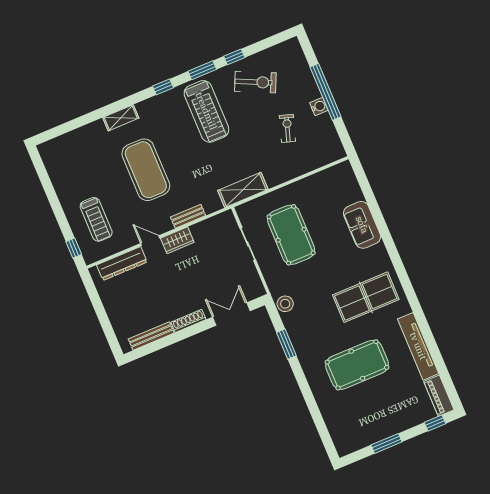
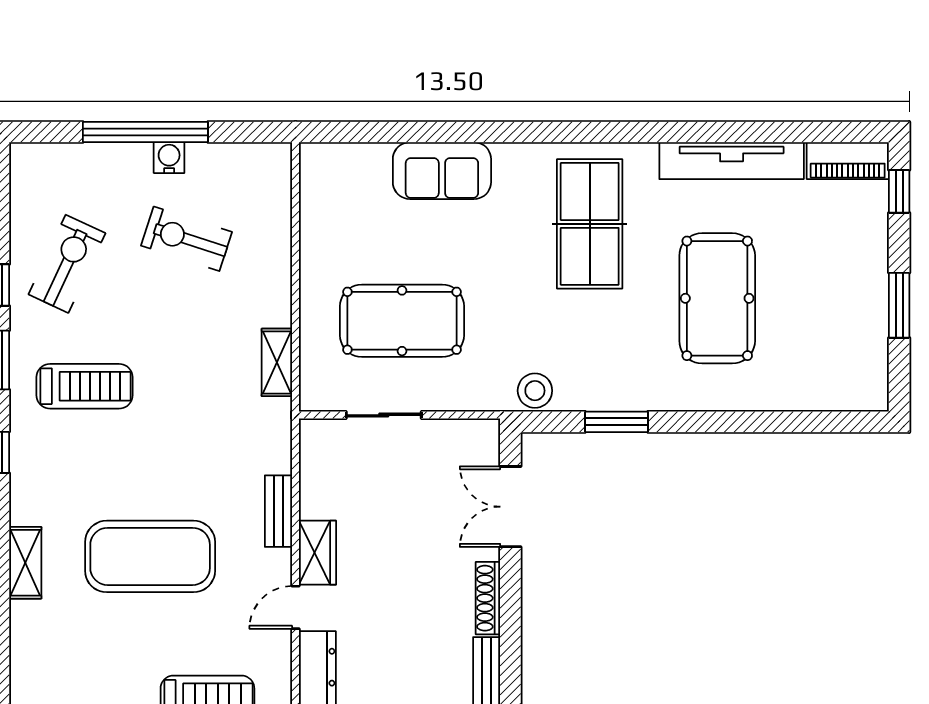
treadmill: (206, 111) -> (85, 386), width x0.73, depth x0.73
exercise bike: (287, 128) -> (187, 239), width x1.38, depth x1.39
shelving: (243, 190) -> (277, 362), width x0.67, depth x0.75

